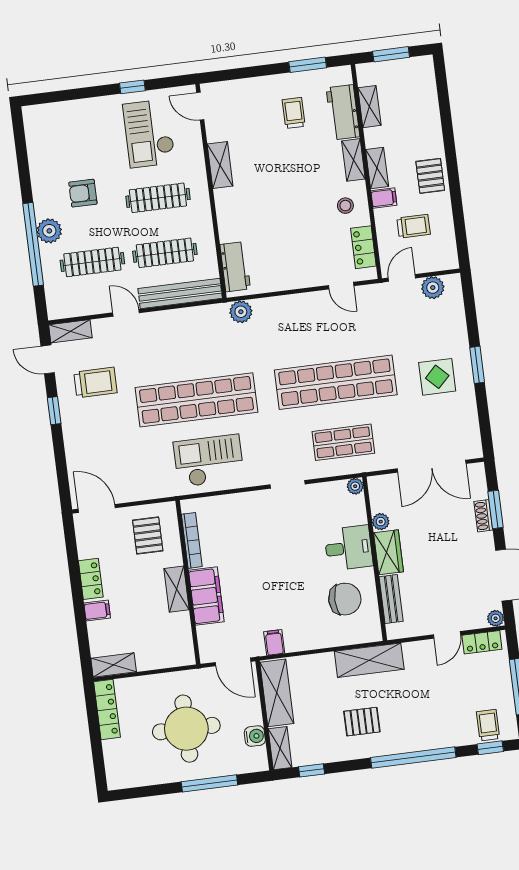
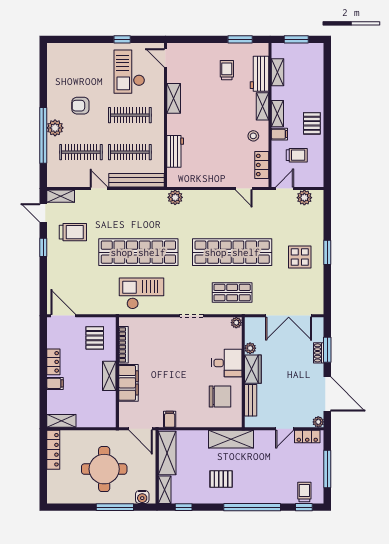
workbench: (235, 267) -> (175, 151), moved
water cooler: (255, 736) -> (142, 497), moved, turned 90

